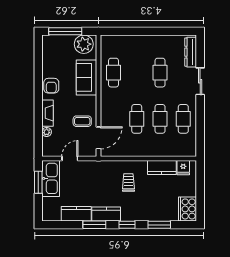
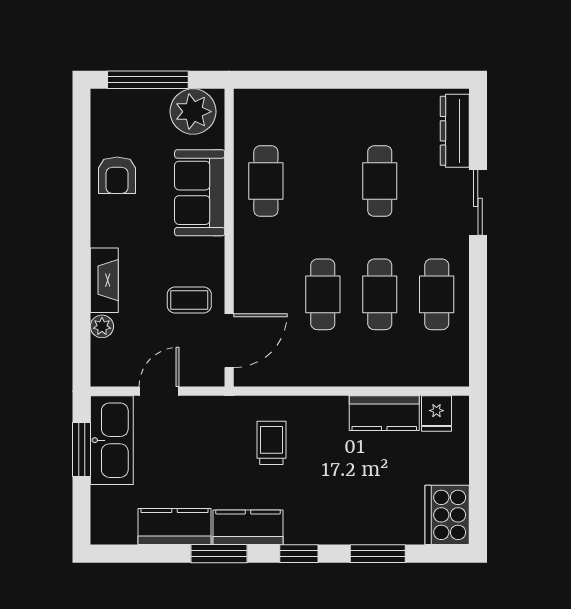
armchair: (51, 86) -> (117, 175), moved
trolley: (128, 182) -> (271, 443), moved

